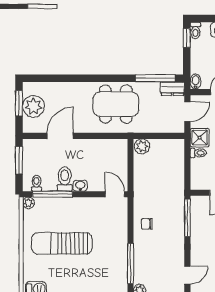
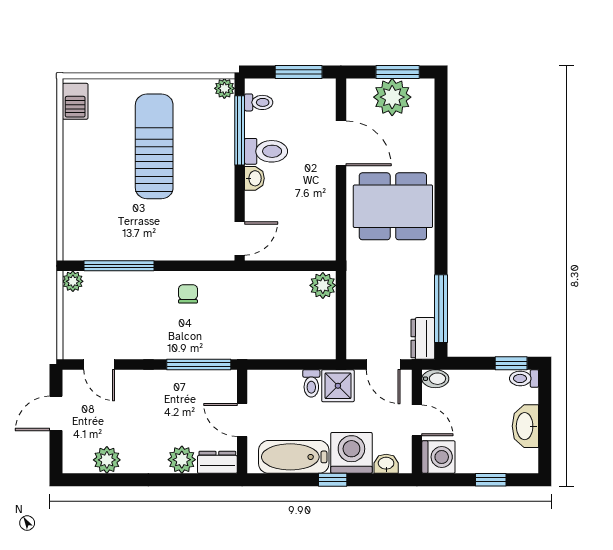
dining table: (116, 104) -> (393, 206), moved, turned 90

